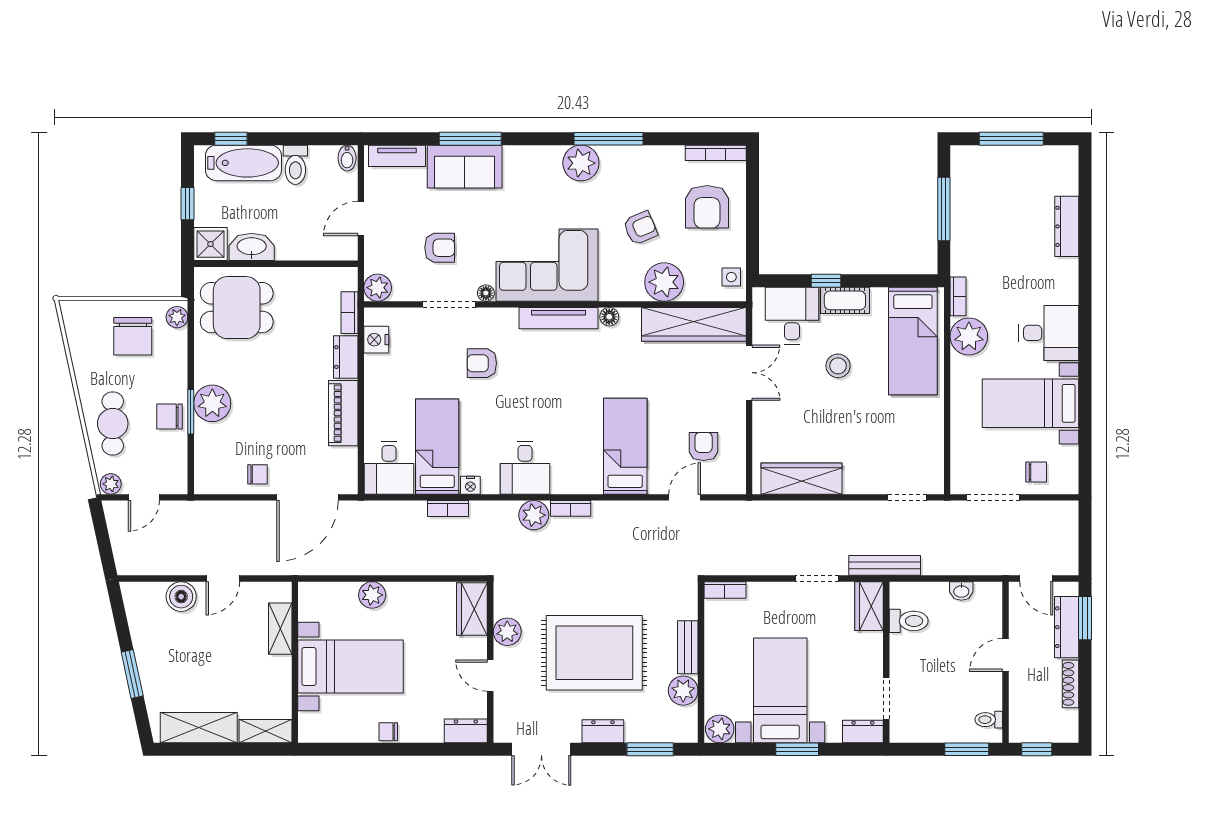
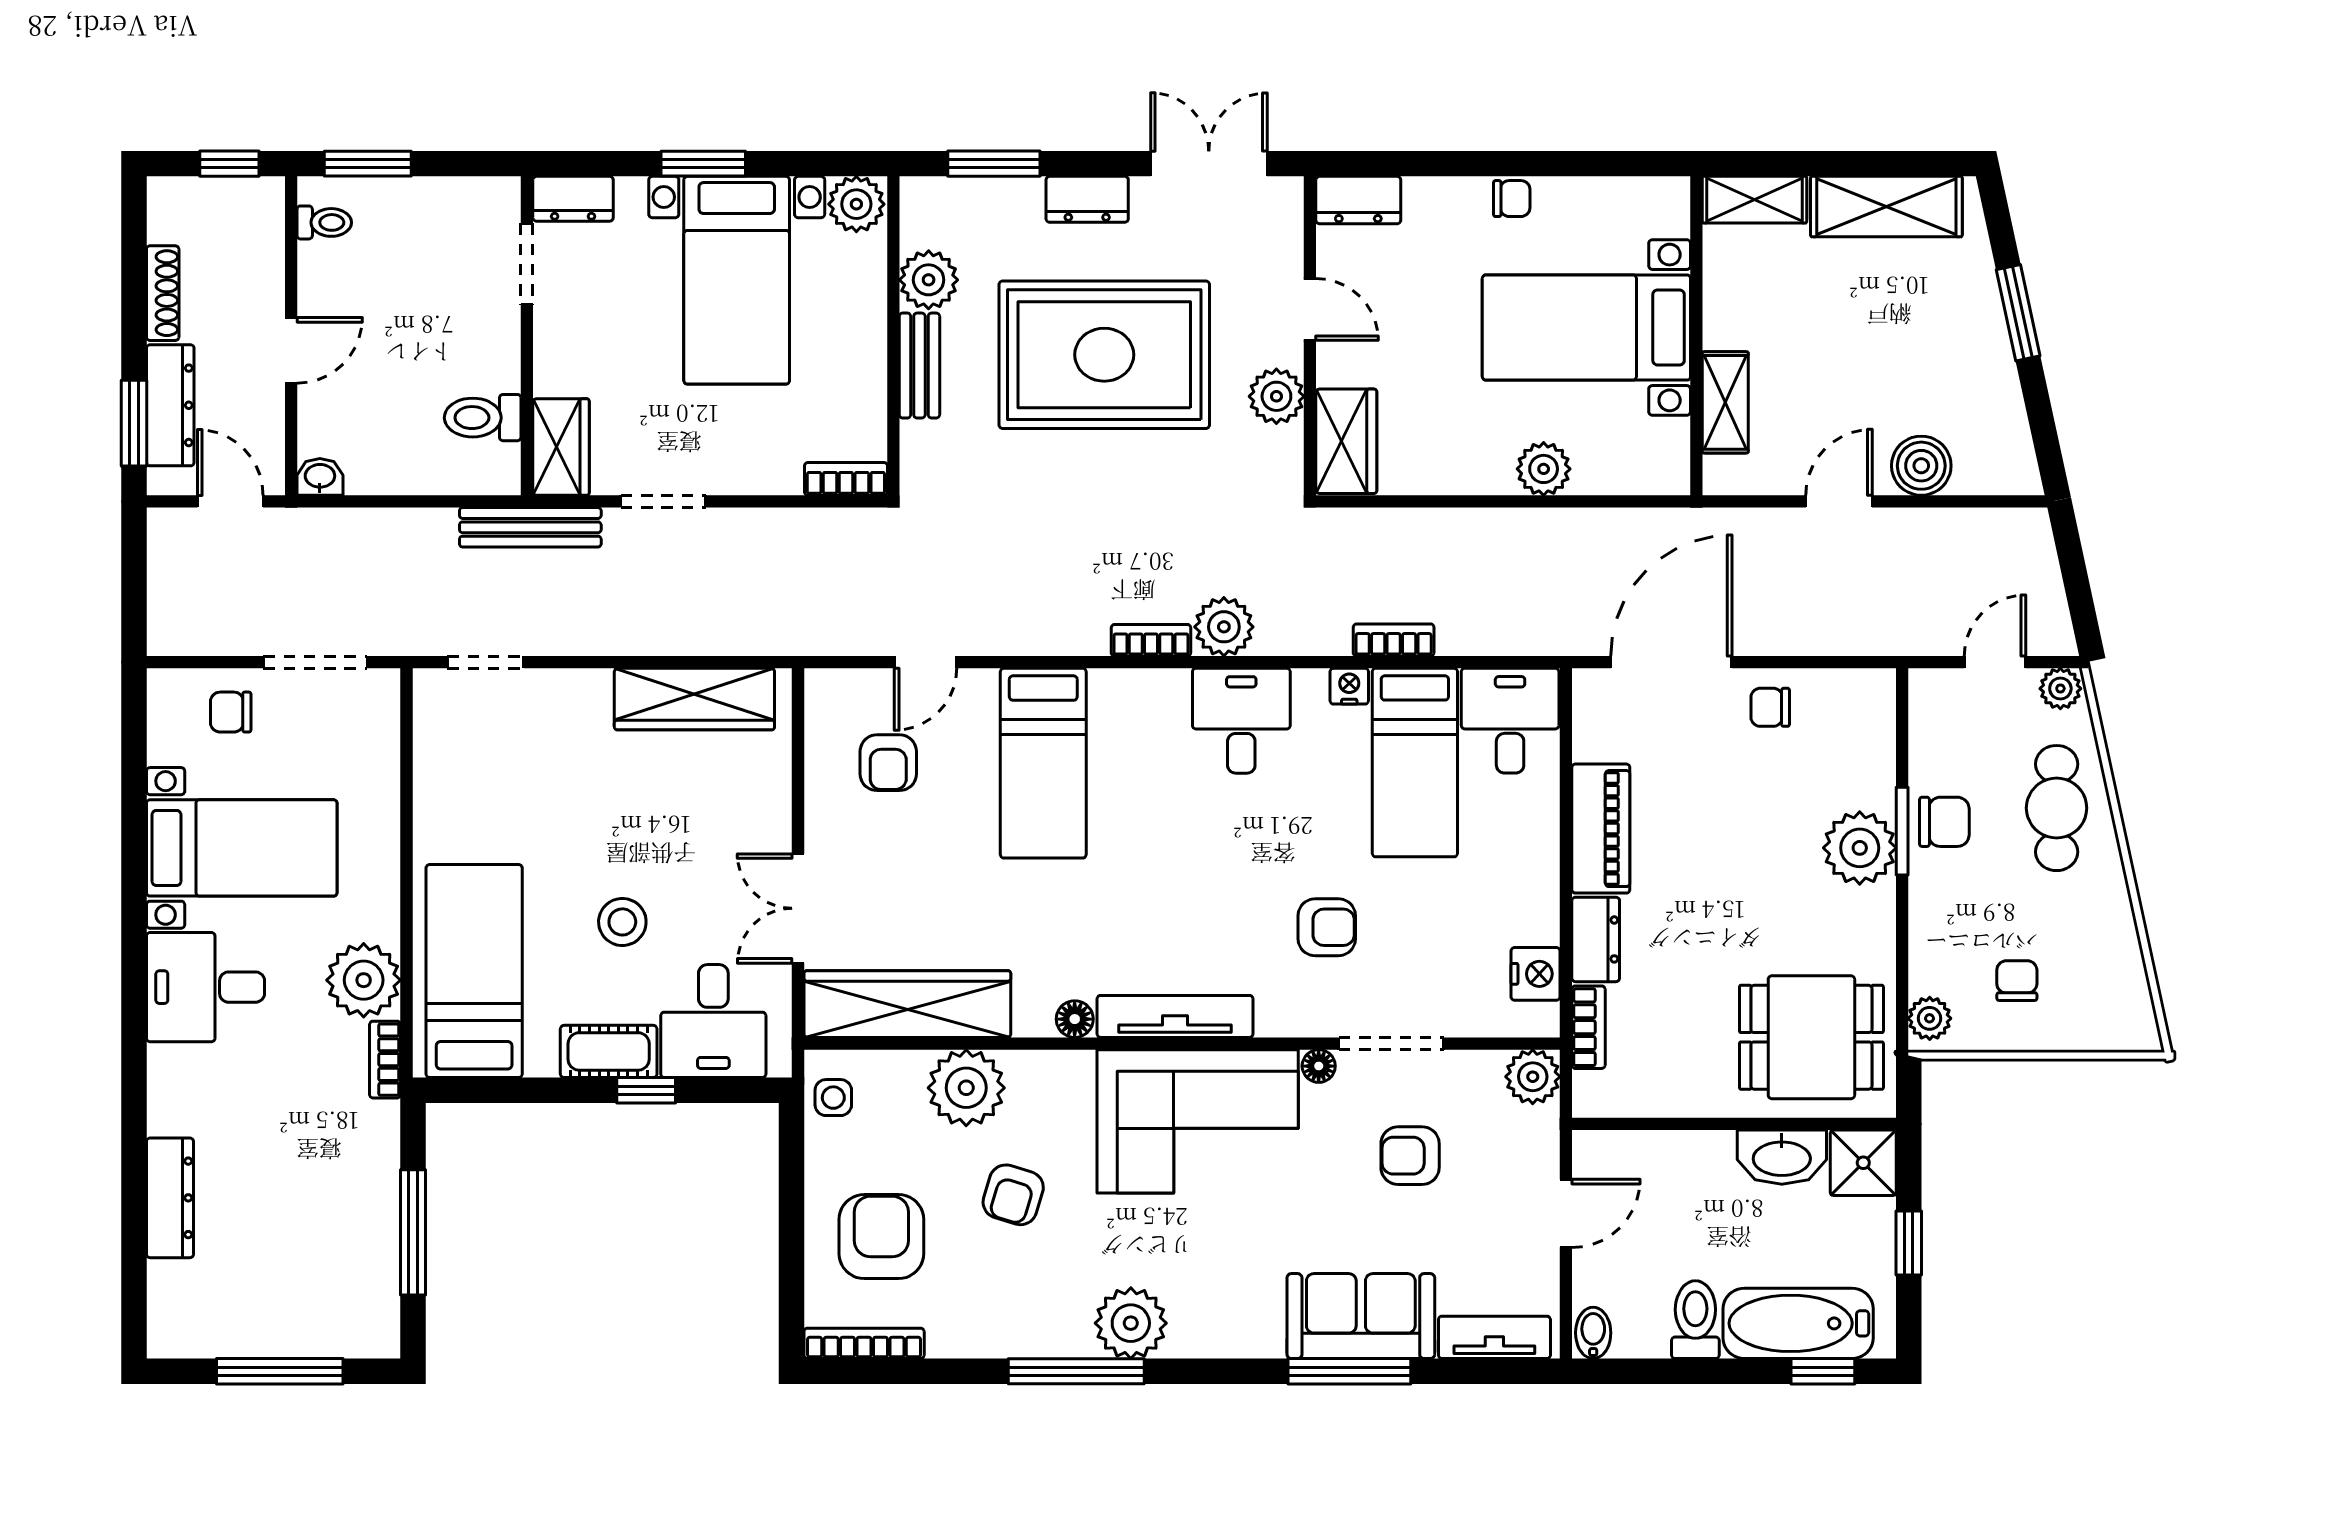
armchair: (640, 228) -> (1013, 1195), turned -50
chair: (133, 336) -> (2017, 981), width x0.54, depth x0.54
washbasin: (961, 591) -> (320, 477), moved

